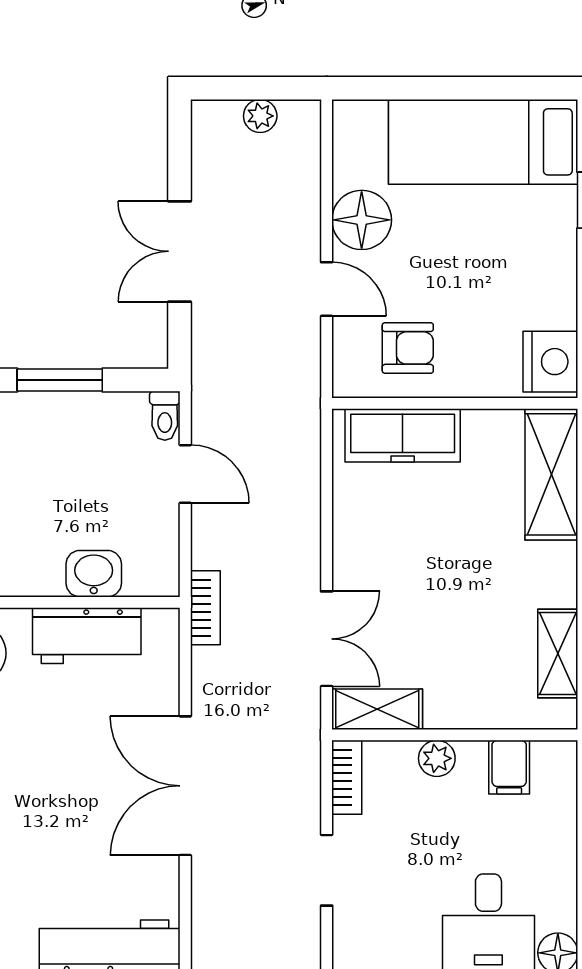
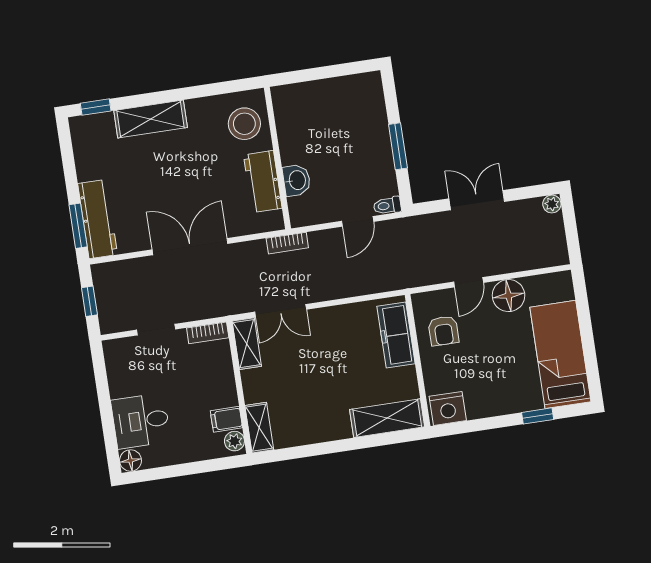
plant: (260, 116) -> (552, 204), moved
shelving: (558, 654) -> (259, 428), moved, turned 90
plant: (437, 758) -> (234, 441), moved

